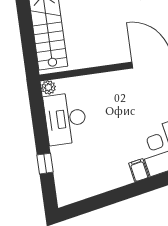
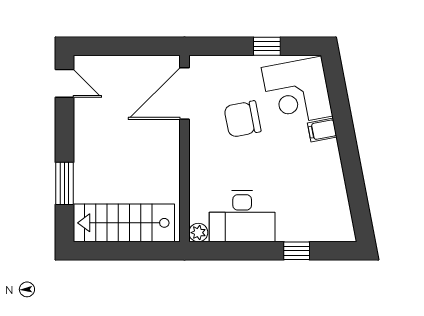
chair: (139, 109) -> (243, 119), added

